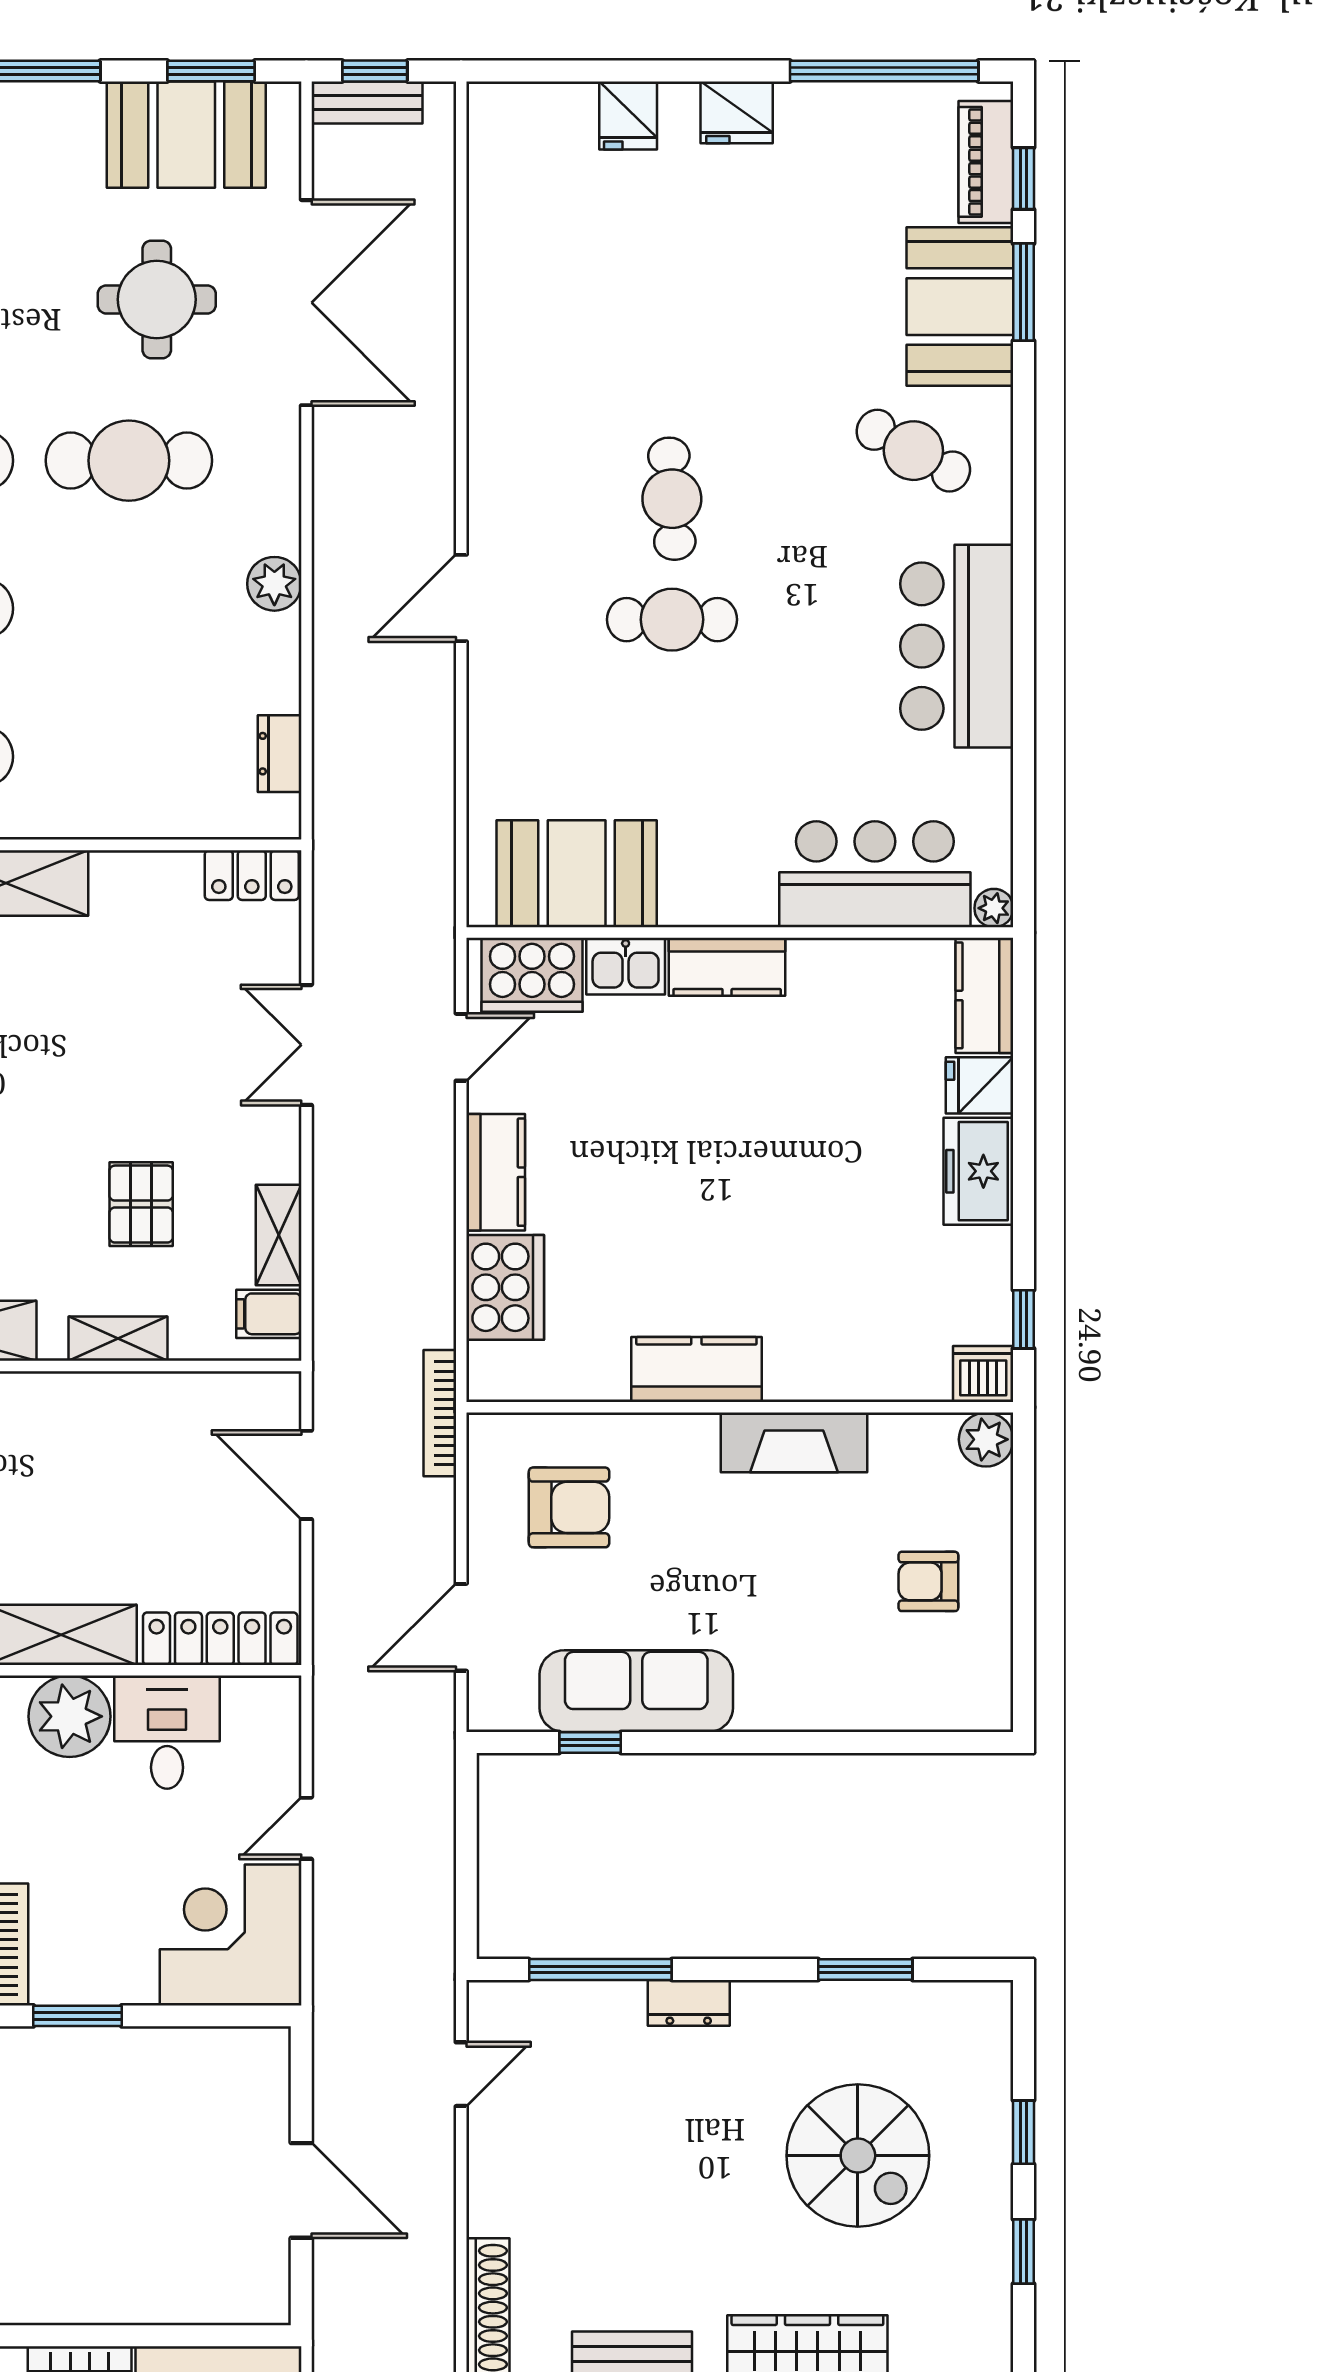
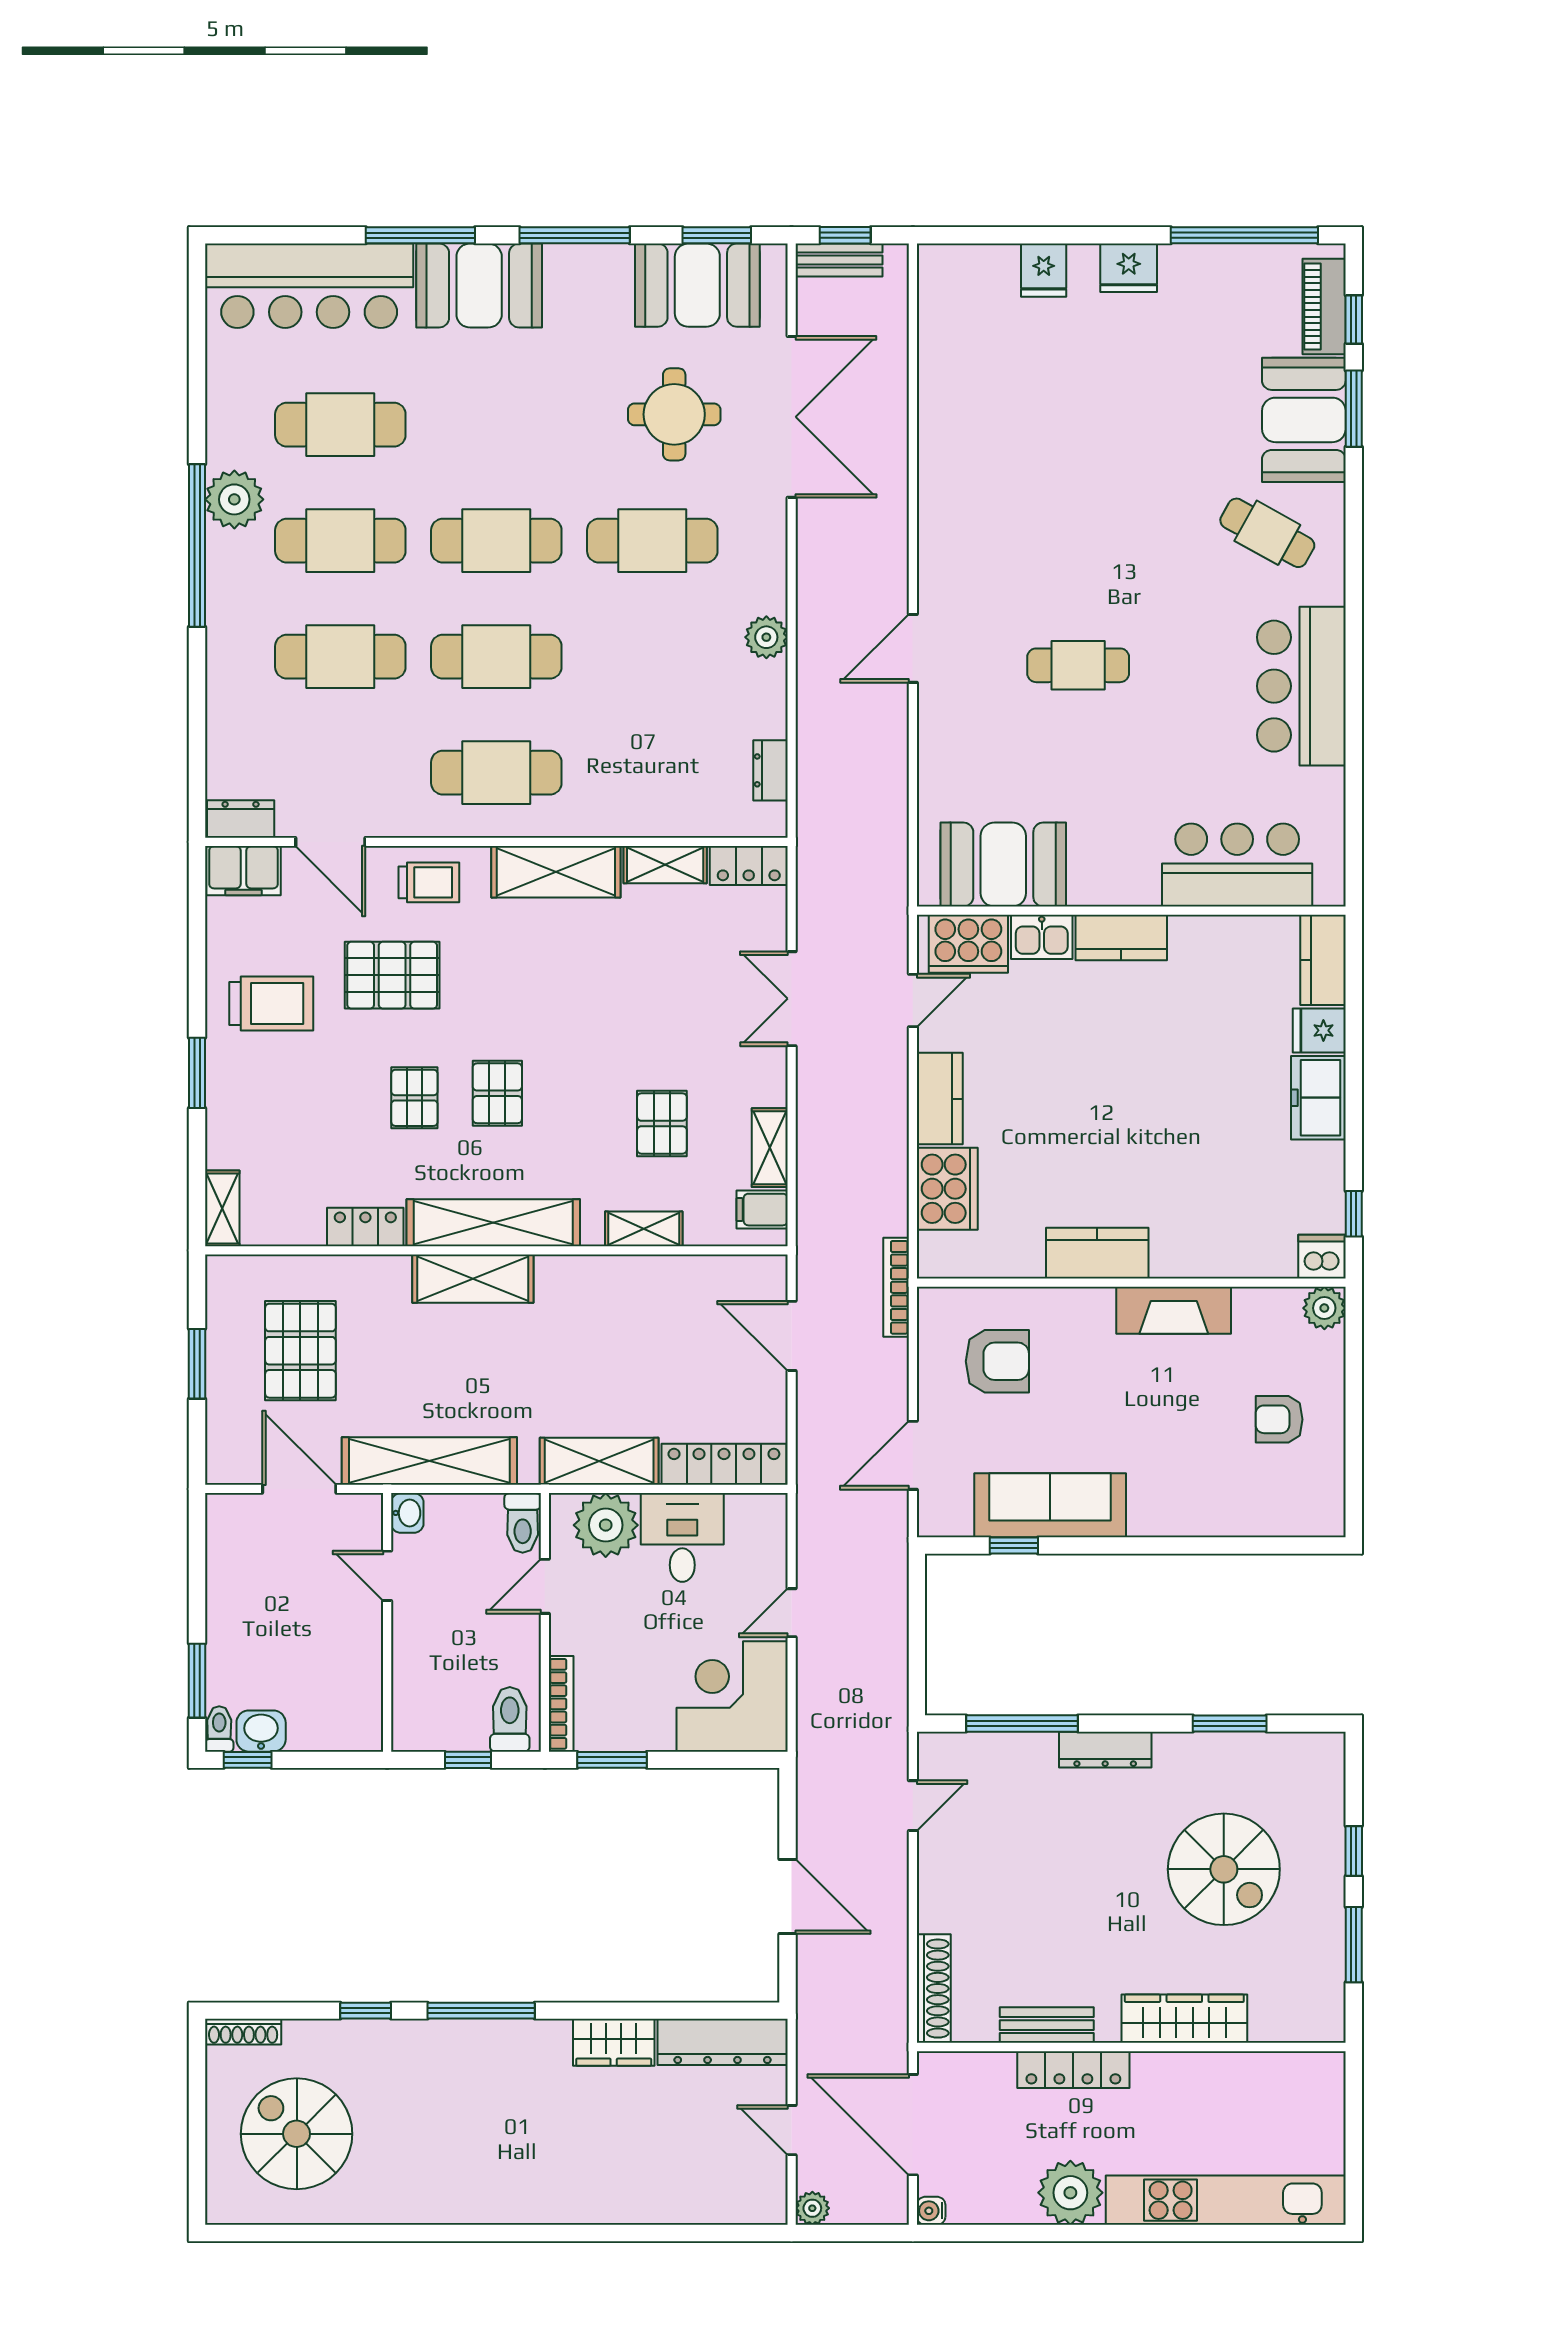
cafe table: (672, 499) -> (1078, 571), removed
shelving: (145, 874) -> (665, 865), added
plant: (994, 908) -> (1330, 891), removed
dresser: (689, 2003) -> (1105, 1750), width x1.44
window: (1024, 2252) -> (1354, 1945), width x1.50

